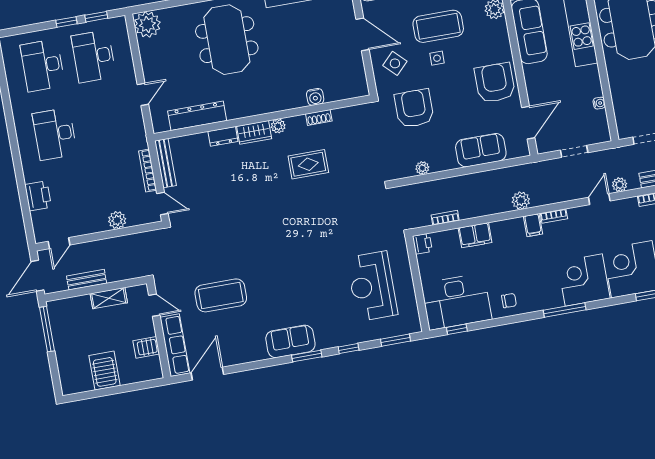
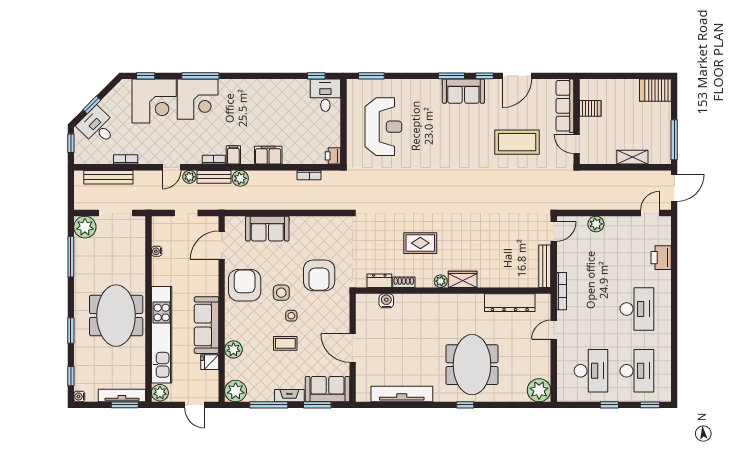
window: (96, 17) -> (650, 405), moved
coffee table: (438, 26) -> (285, 343), width x0.54, depth x0.58
side table: (395, 63) -> (281, 293), moved, turned 45
armchair: (495, 83) -> (245, 285), turned 180
water cooler: (315, 97) -> (386, 301), moved
dresser: (223, 136) -> (379, 281), moved
plant: (422, 168) -> (321, 222), removed
bookcase: (148, 171) -> (562, 291), moved
plant: (620, 185) -> (189, 177), moved
door: (162, 204) -> (554, 231), swing flipped
filing cabinet: (475, 235) -> (268, 155), moved
bench: (87, 280) -> (214, 177), moved
shelving: (109, 298) -> (632, 157), moved
chair: (509, 301) -> (266, 93), removed
desk: (456, 302) -> (325, 95), width x0.53, depth x0.77
window: (565, 310) -> (200, 76), moved
window: (349, 349) -> (484, 76), moved
server rack: (104, 371) -> (655, 90), moved, turned 90
door: (207, 374) -> (517, 76), moved

